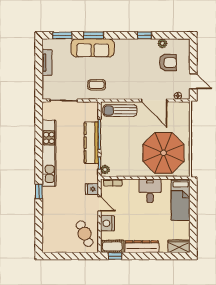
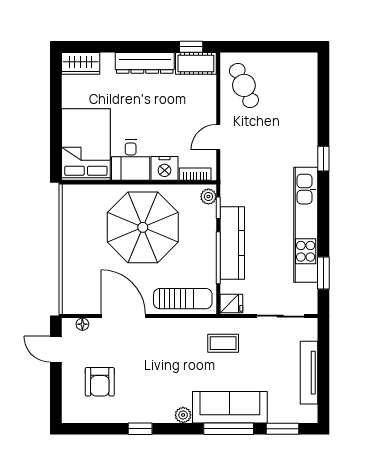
window: (93, 35) -> (229, 429), width x1.44
plant: (162, 43) -> (183, 415), moved
tv unit: (47, 63) -> (309, 373), width x1.41
armchair: (168, 63) -> (100, 382), turned -90
window: (39, 125) -> (323, 273), added
parasol: (163, 153) -> (143, 227), moved
fridge: (92, 189) -> (231, 303), moved
bed: (181, 200) -> (86, 144), width x1.50
door: (99, 204) -> (218, 137), hinge flipped
nightstand: (107, 223) -> (165, 168), moved, turned 90

